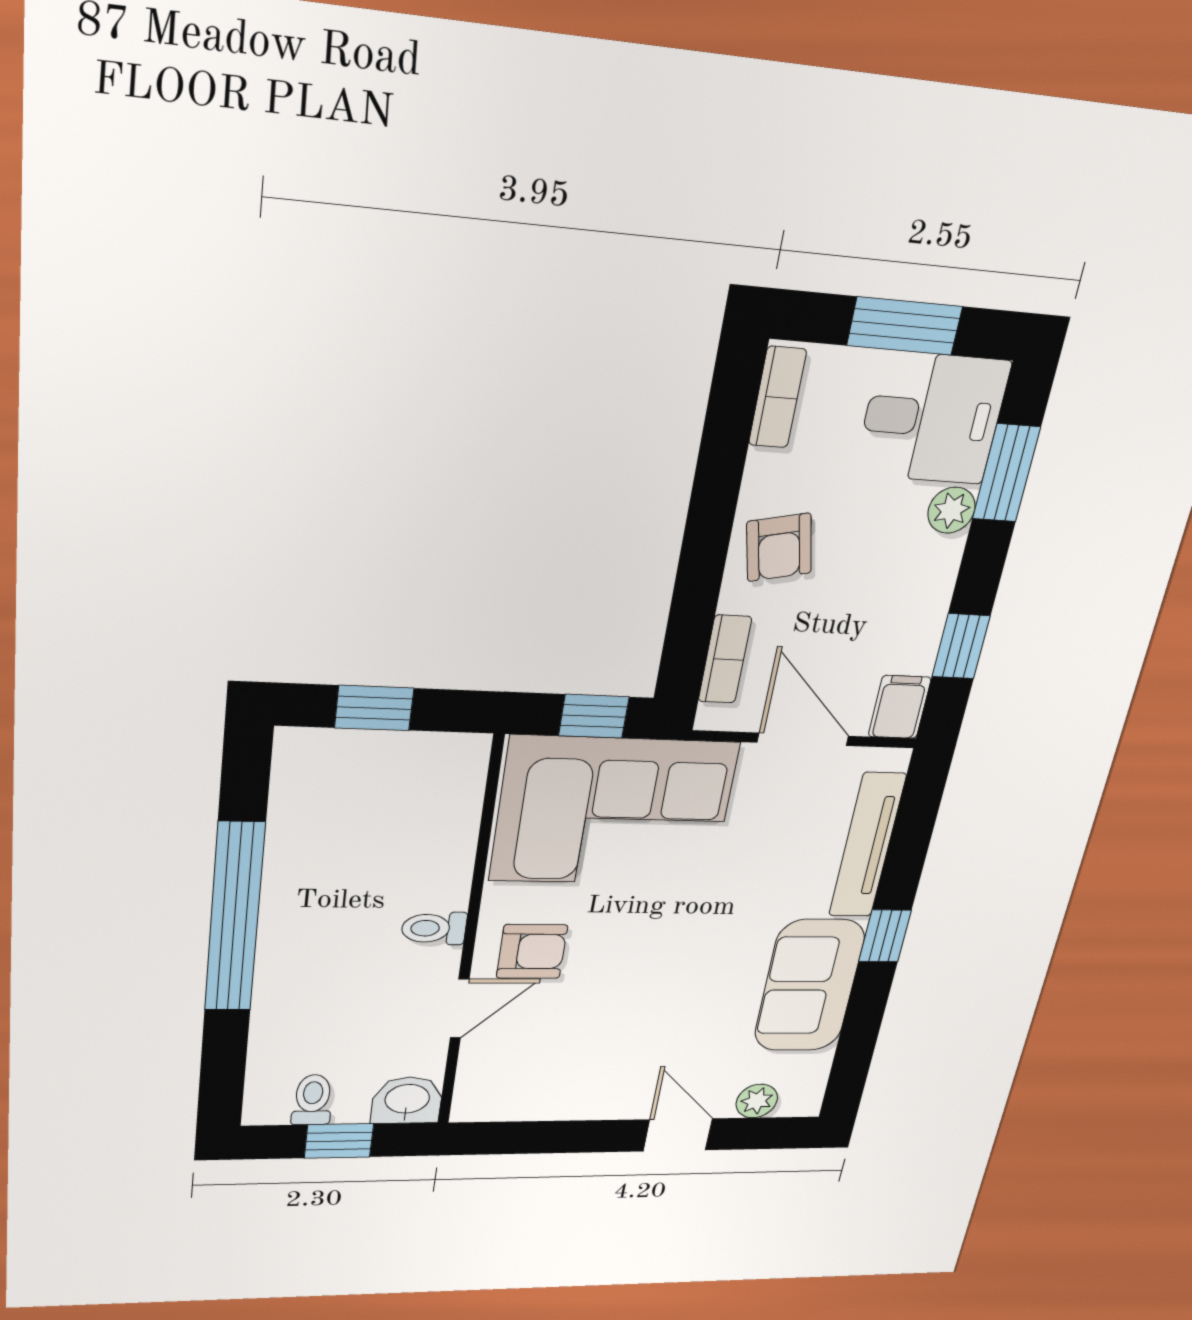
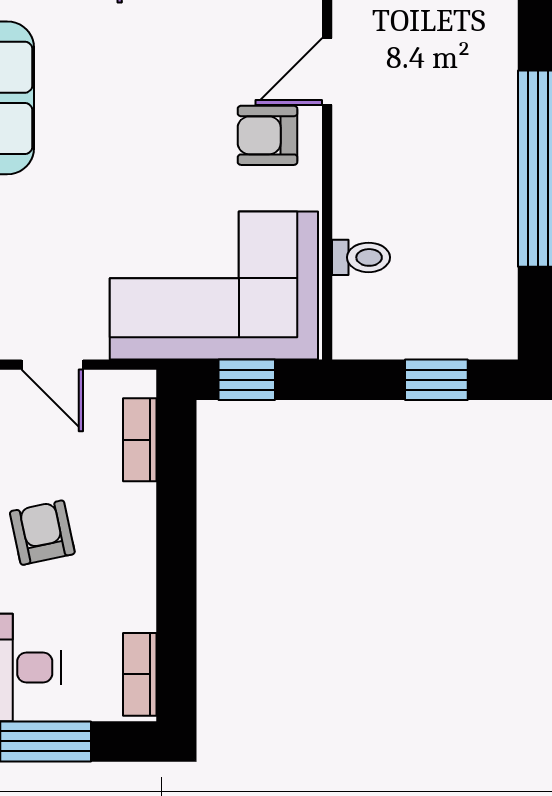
armchair: (779, 547) -> (42, 533), moved
door: (803, 739) -> (52, 365), width x0.73
toilet: (434, 928) -> (361, 257), moved

